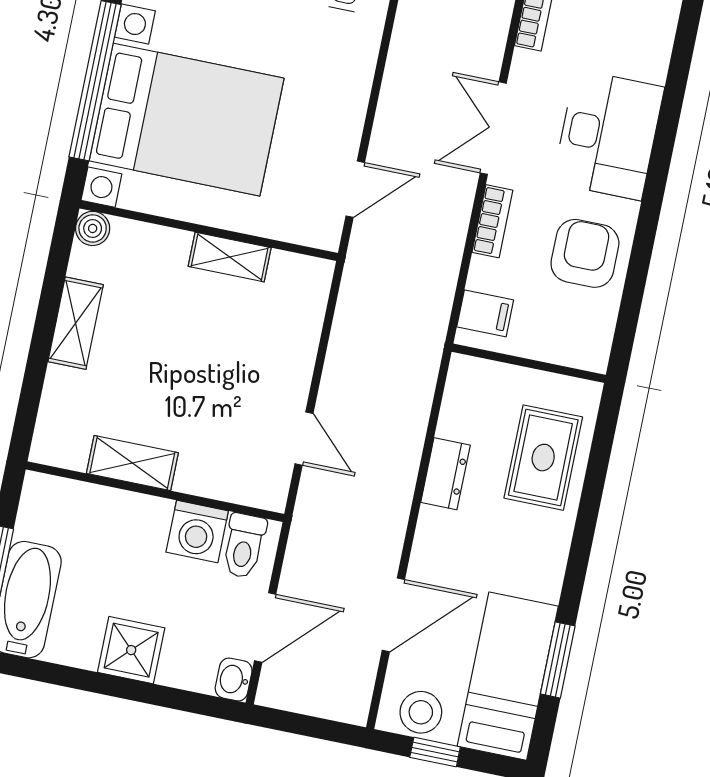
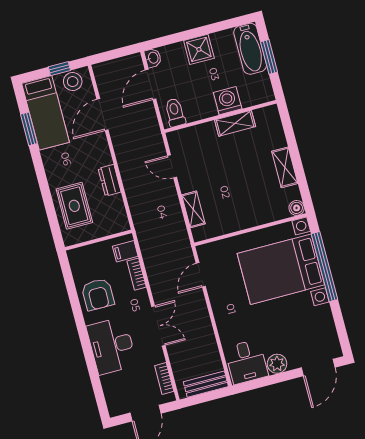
bookcase: (492, 221) -> (137, 274), moved
shelving: (230, 257) -> (193, 209), moved, turned 90
washing machine: (197, 532) -> (228, 101), moved

